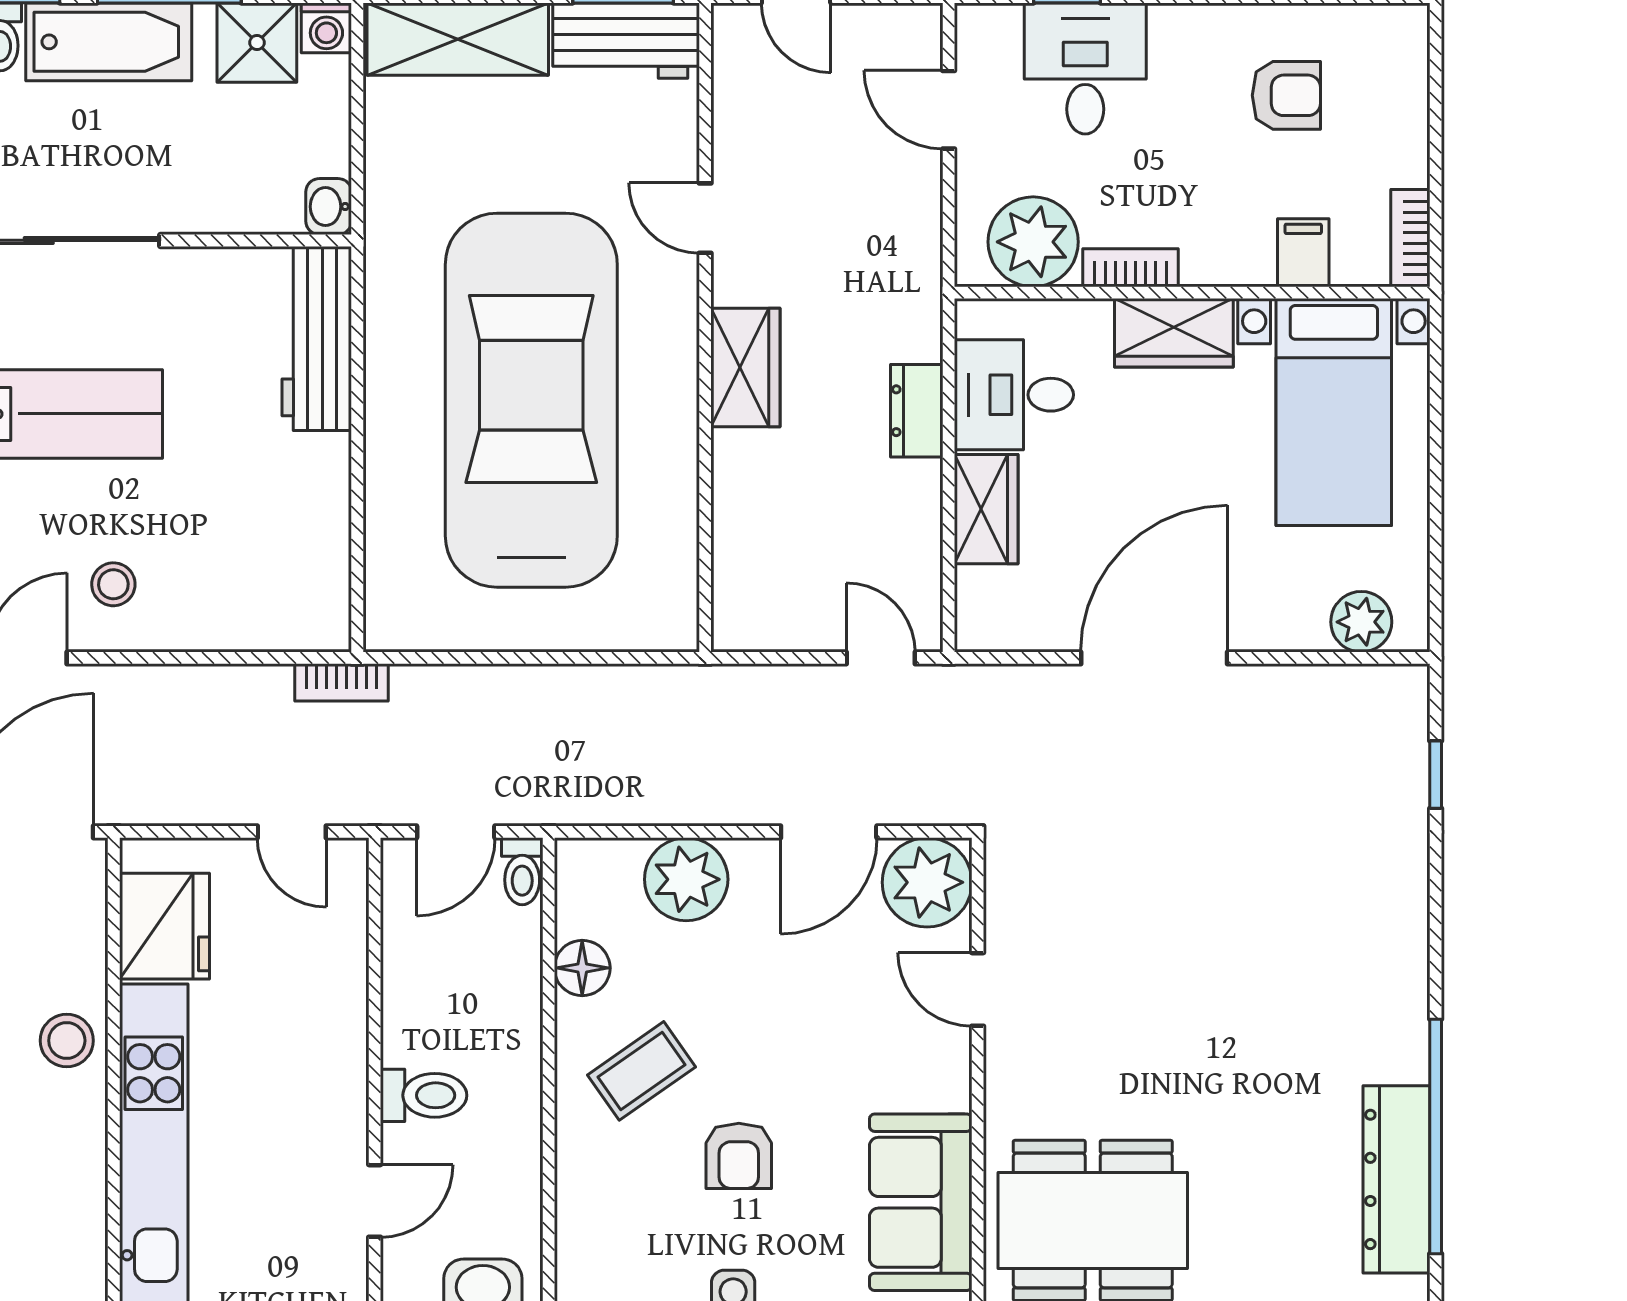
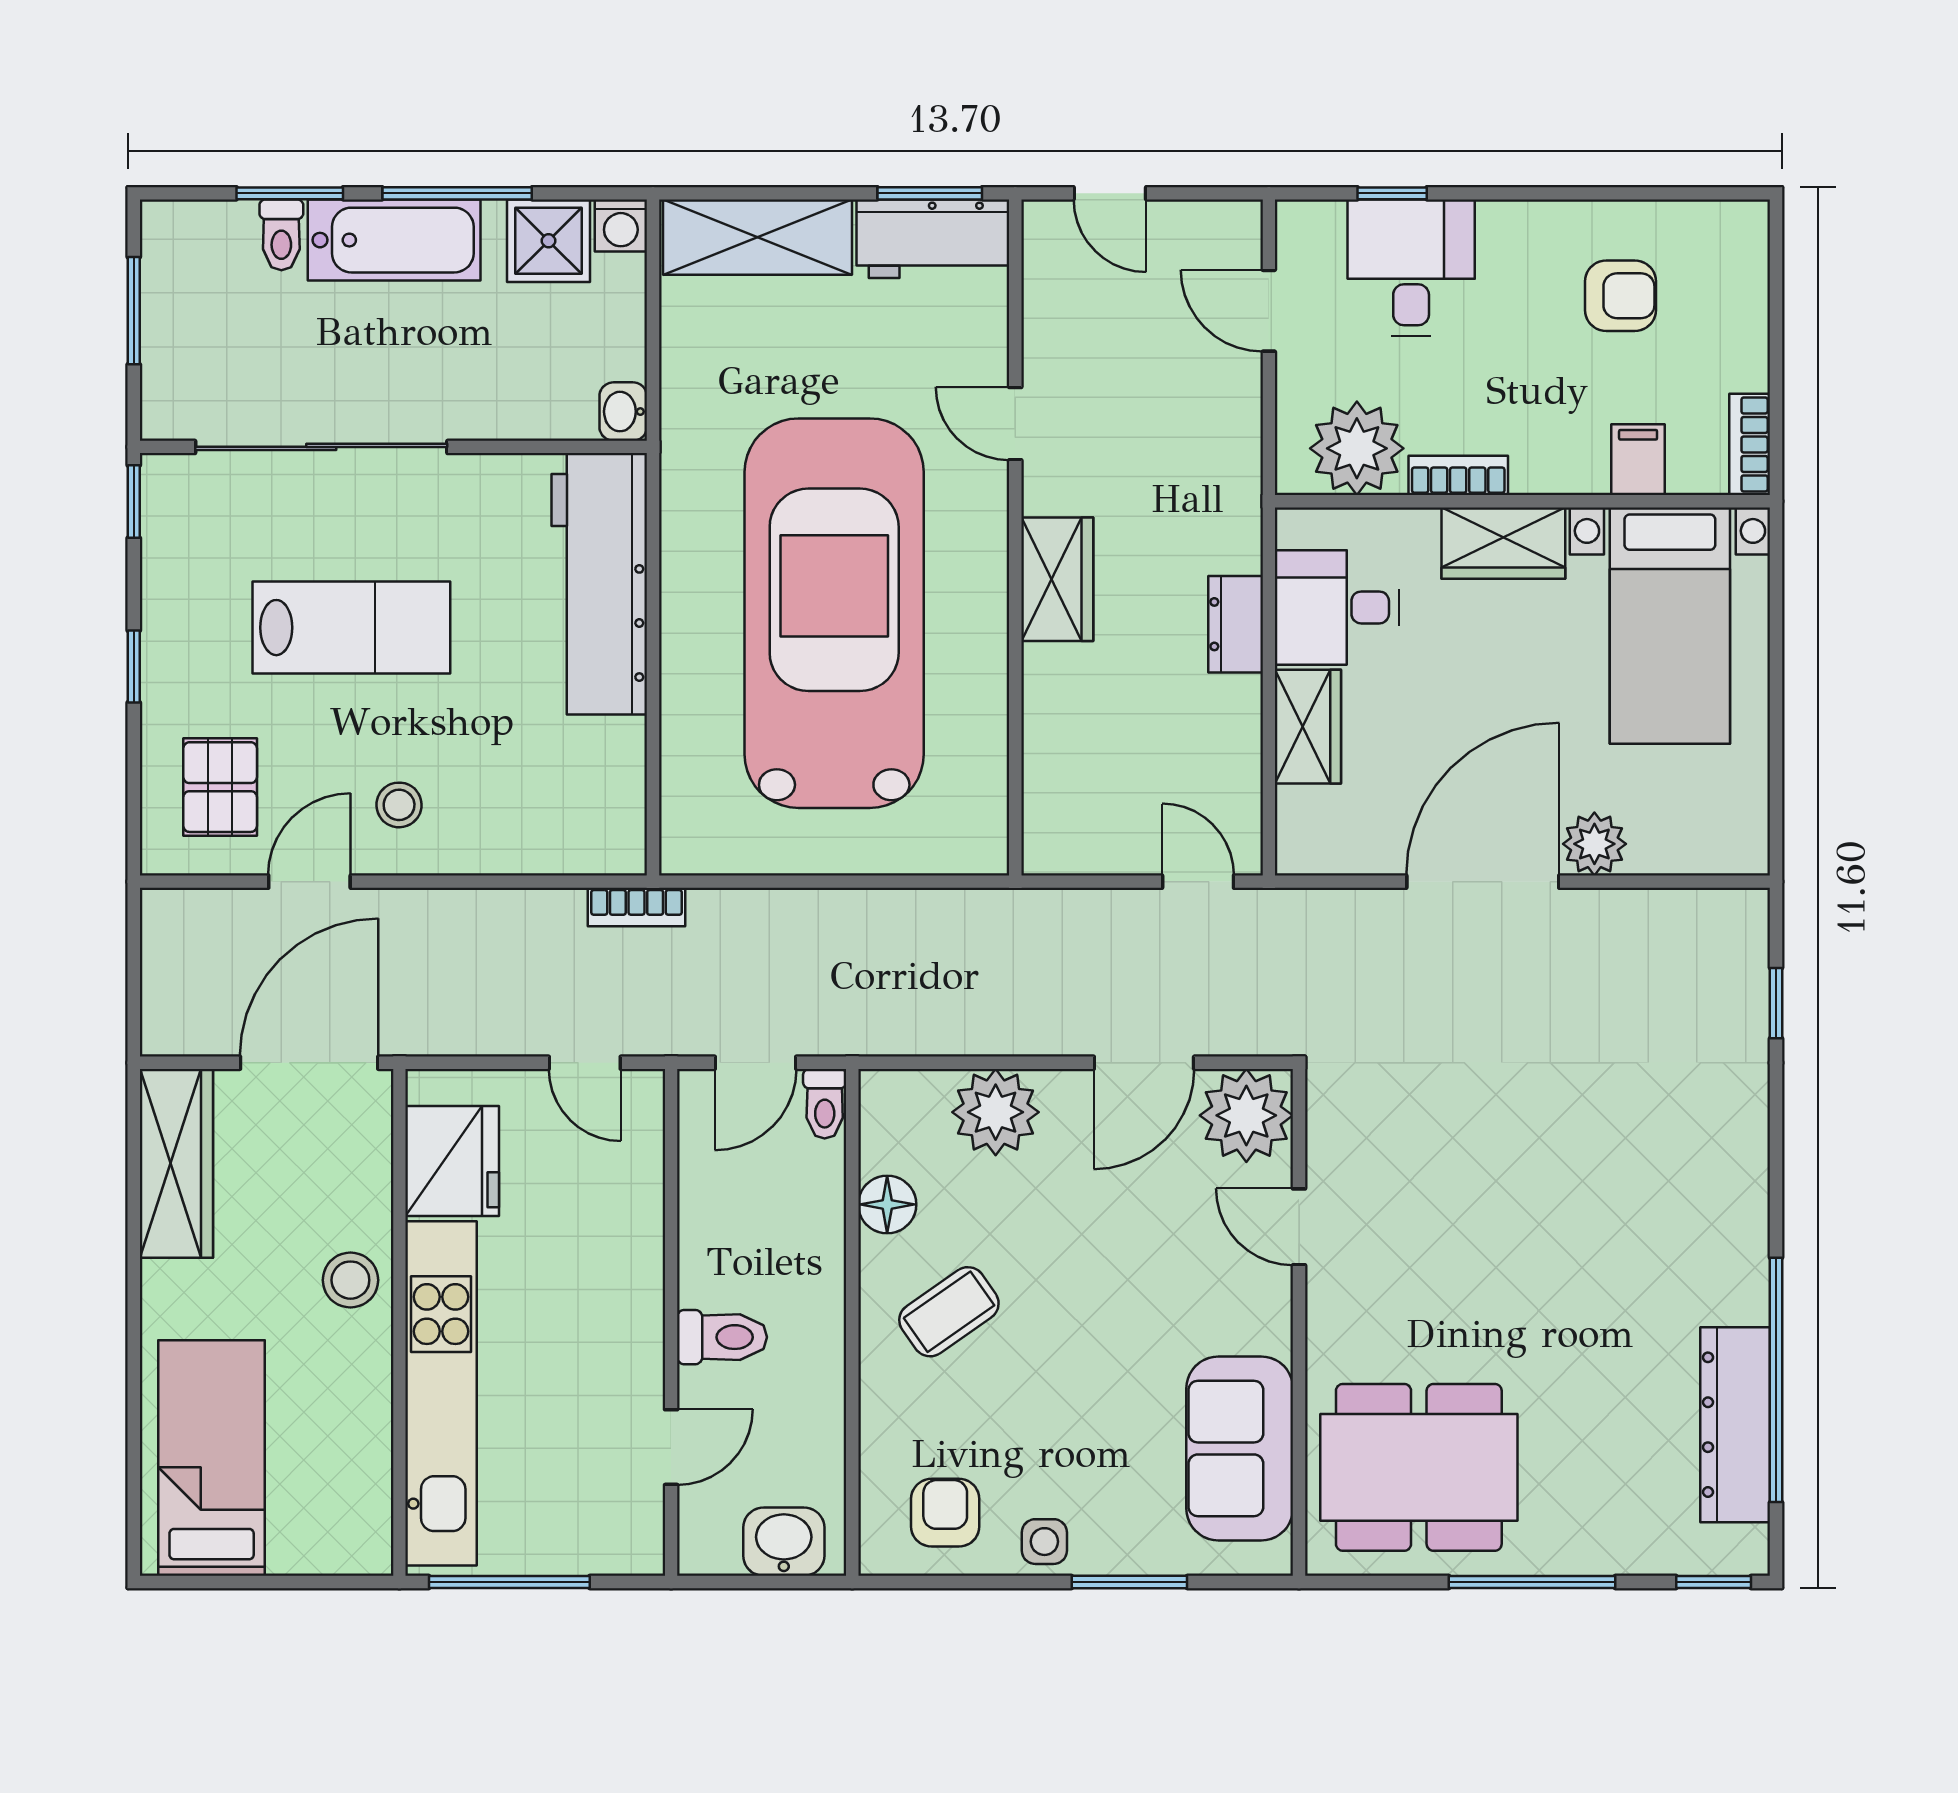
workbench: (317, 338) -> (599, 584), width x1.36, depth x1.32
plant: (1361, 622) -> (1594, 844), moved
armchair: (739, 1156) -> (945, 1513), moved, turned 180

